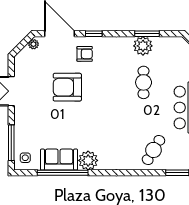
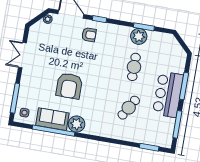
armchair: (67, 87) -> (69, 86), moved, turned -90
cafe table: (153, 150) -> (129, 108), moved

